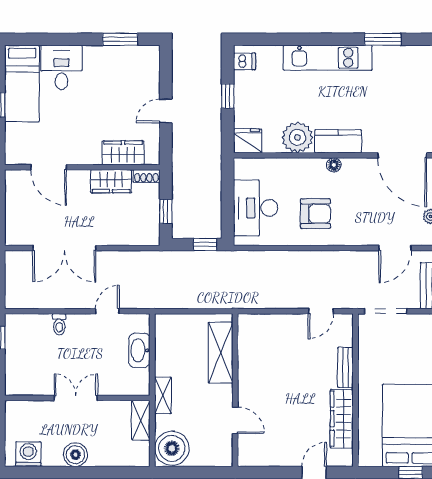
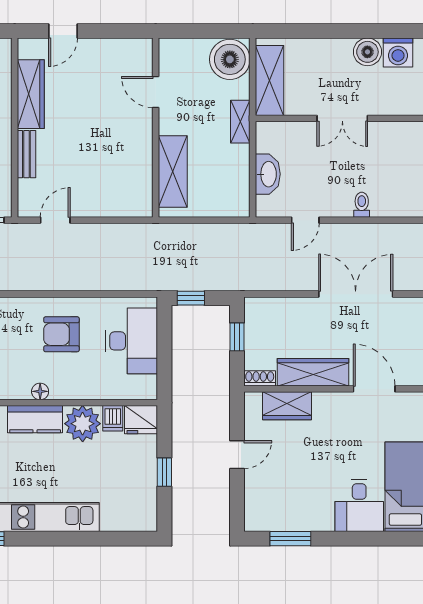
dishwasher: (245, 61) -> (113, 418), moved, turned -90
wardrobe: (111, 181) -> (313, 372), width x1.50
shelving: (141, 420) -> (270, 80), width x1.50, depth x1.33
boiler: (75, 455) -> (367, 52), moved

